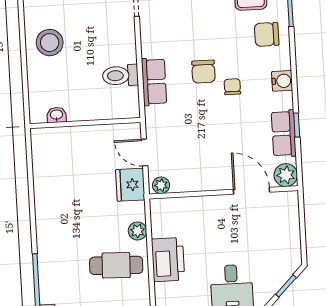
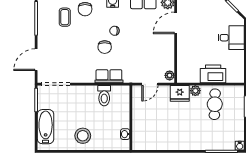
chair: (203, 72) -> (105, 47), turned 90
fridge: (130, 185) -> (180, 93), moved

